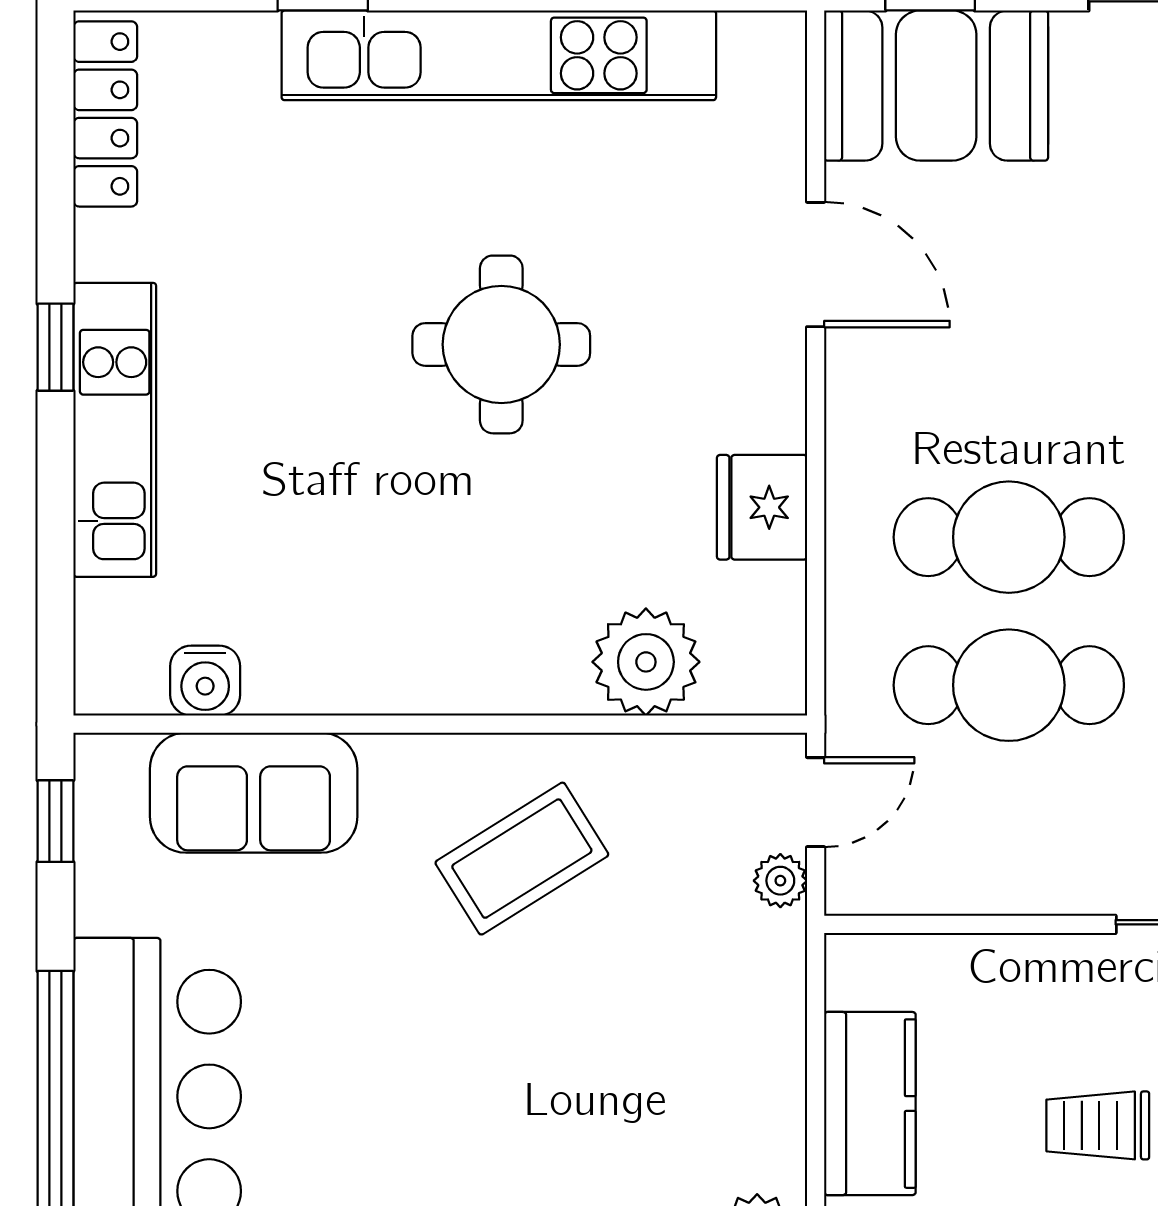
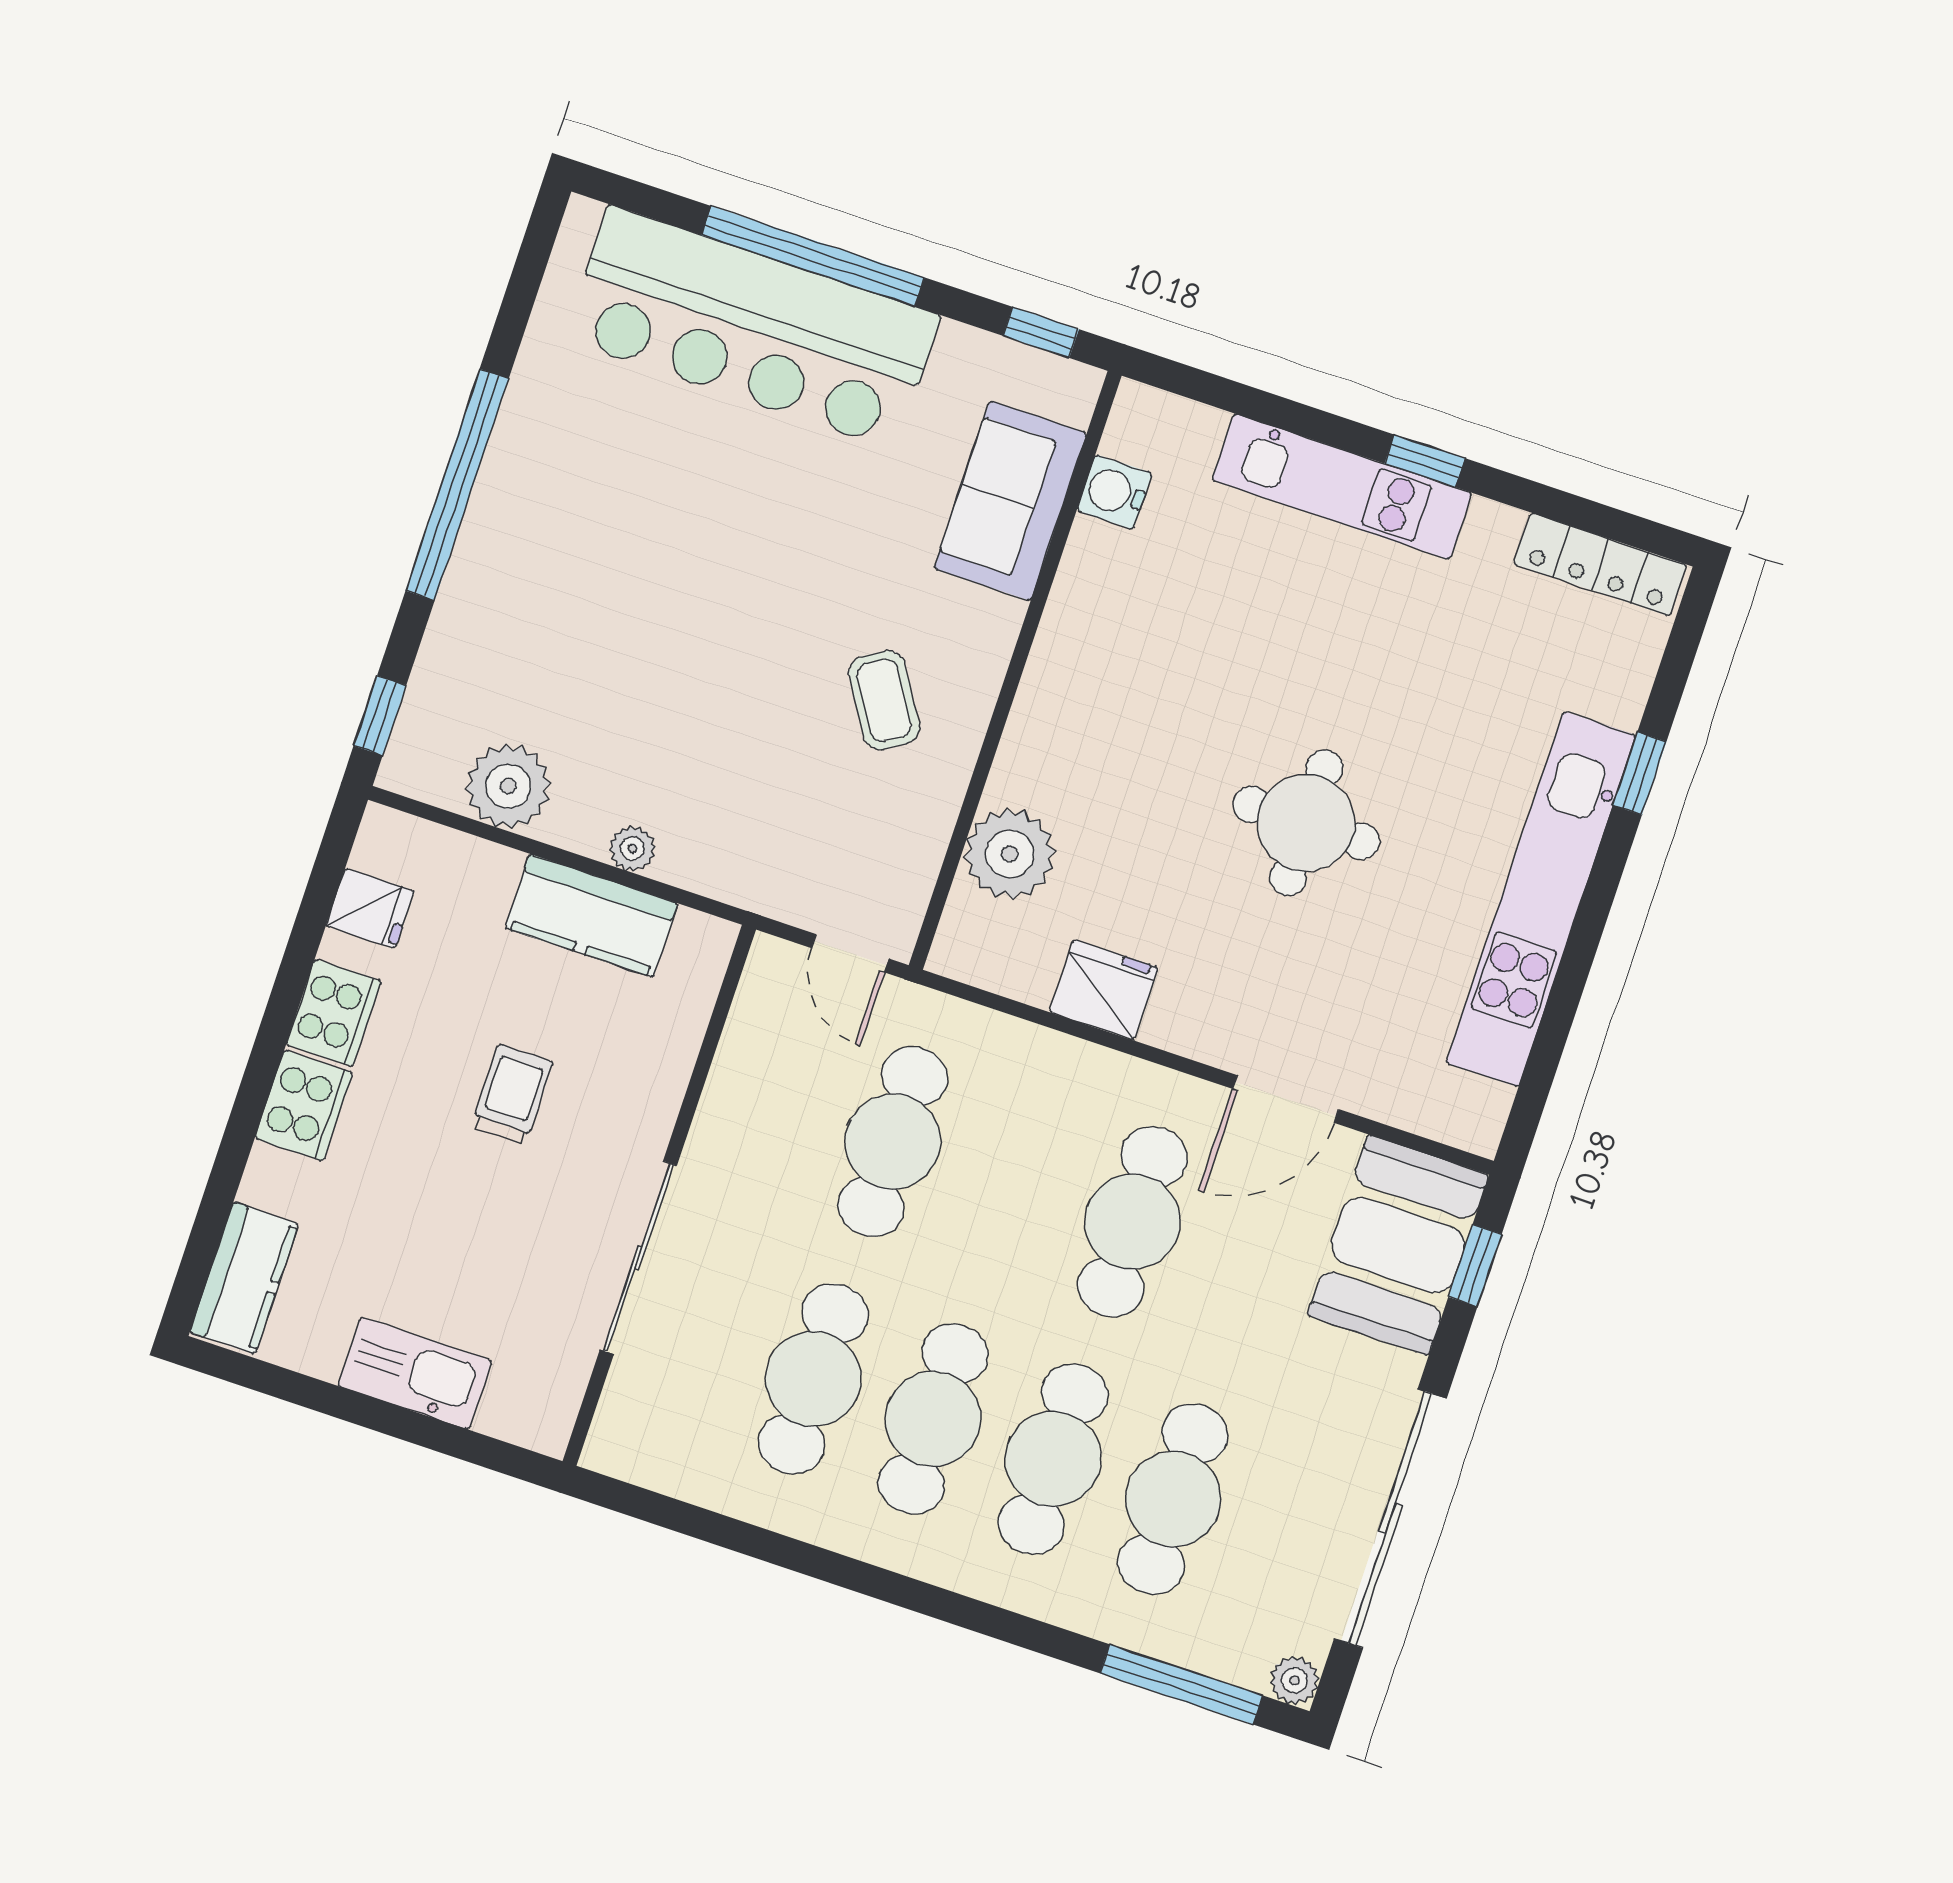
cafe table: (1009, 537) -> (1132, 1222), moved
coffee table: (522, 859) -> (884, 700), width x0.73, depth x0.77
plant: (780, 881) -> (632, 849), moved

